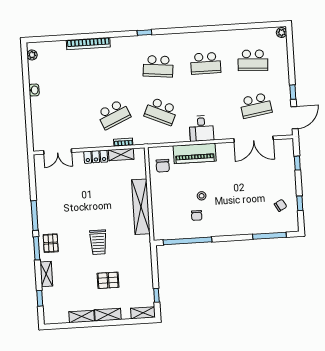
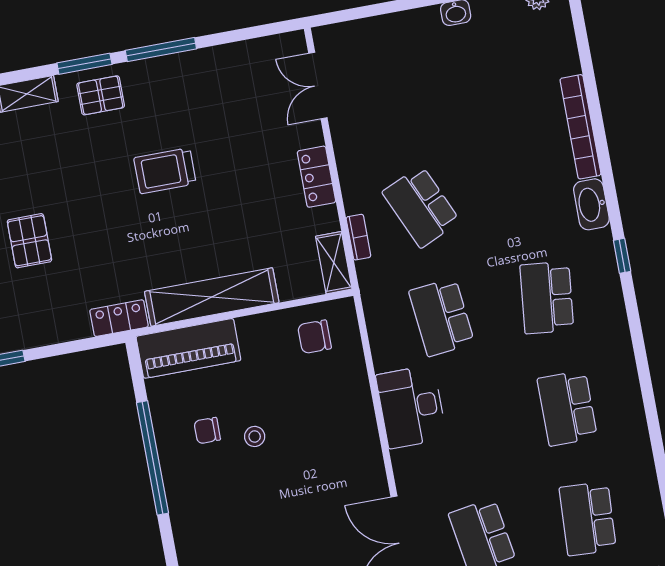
washbasin: (121, 43) -> (591, 204), added
school desk: (161, 111) -> (442, 317), turned -30
desk: (201, 128) -> (411, 407), width x1.37
piano: (195, 153) -> (188, 348), moved, turned -90
shelving: (121, 155) -> (334, 263), moved
window: (187, 241) -> (152, 458), moved
trolley: (98, 242) -> (165, 171), moved
locker: (145, 247) -> (119, 318), added

